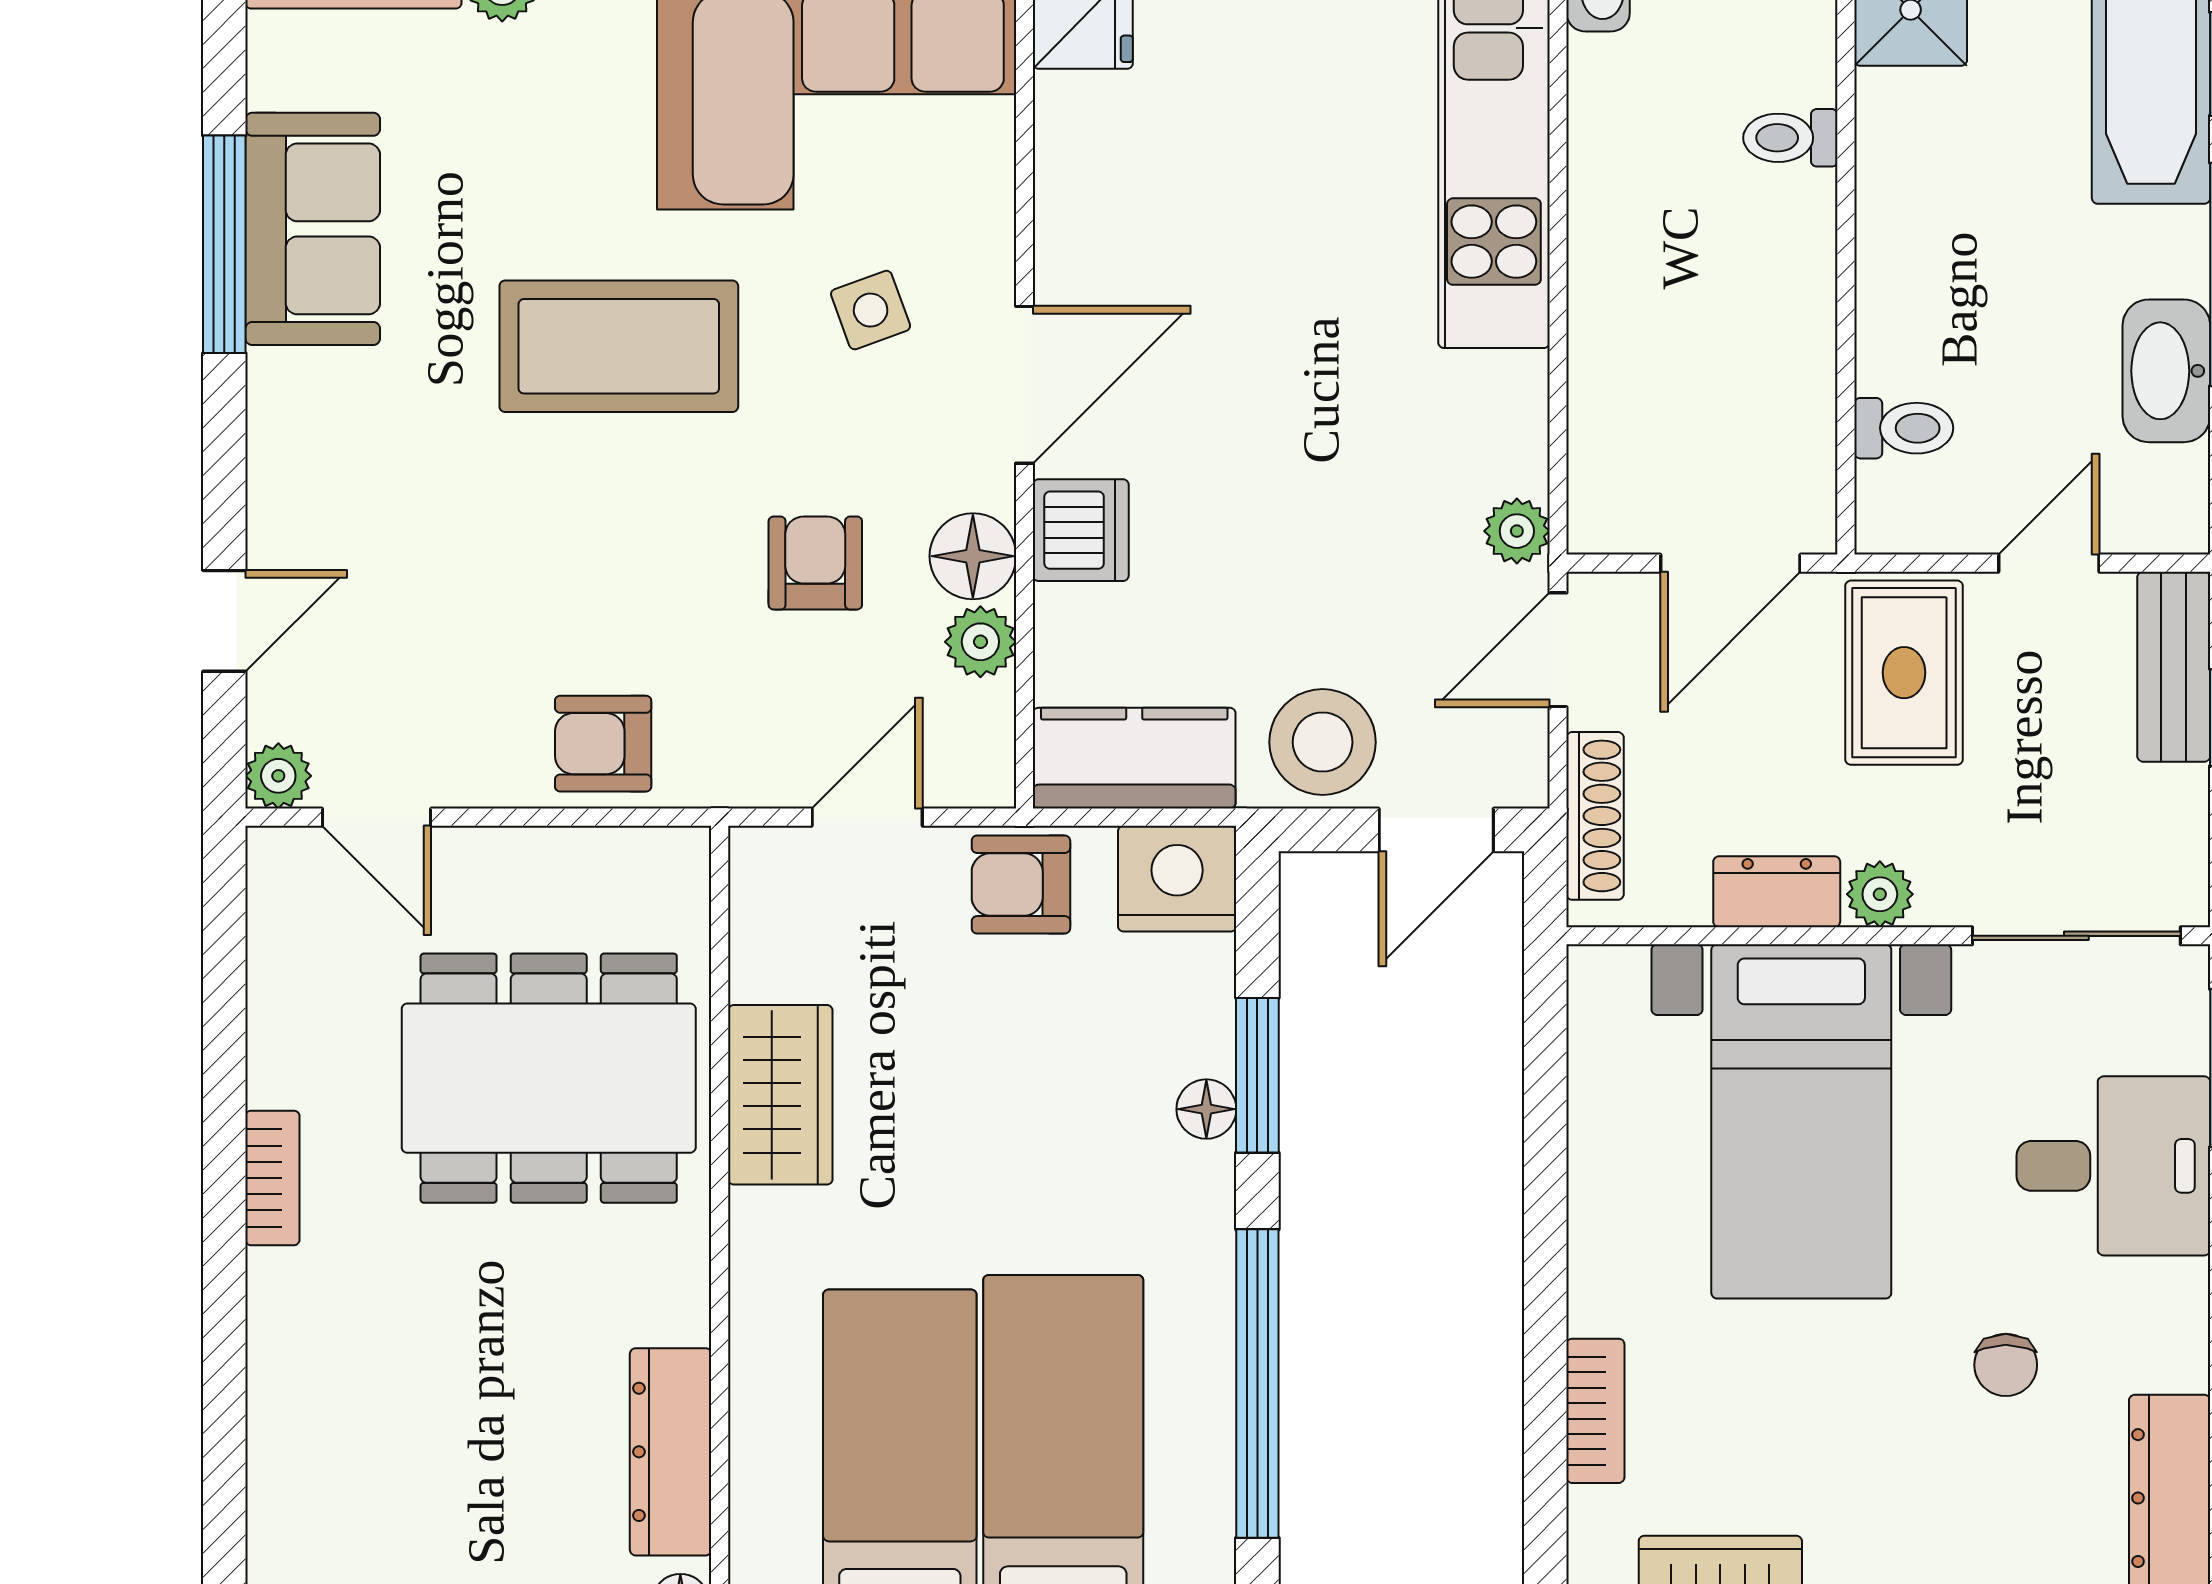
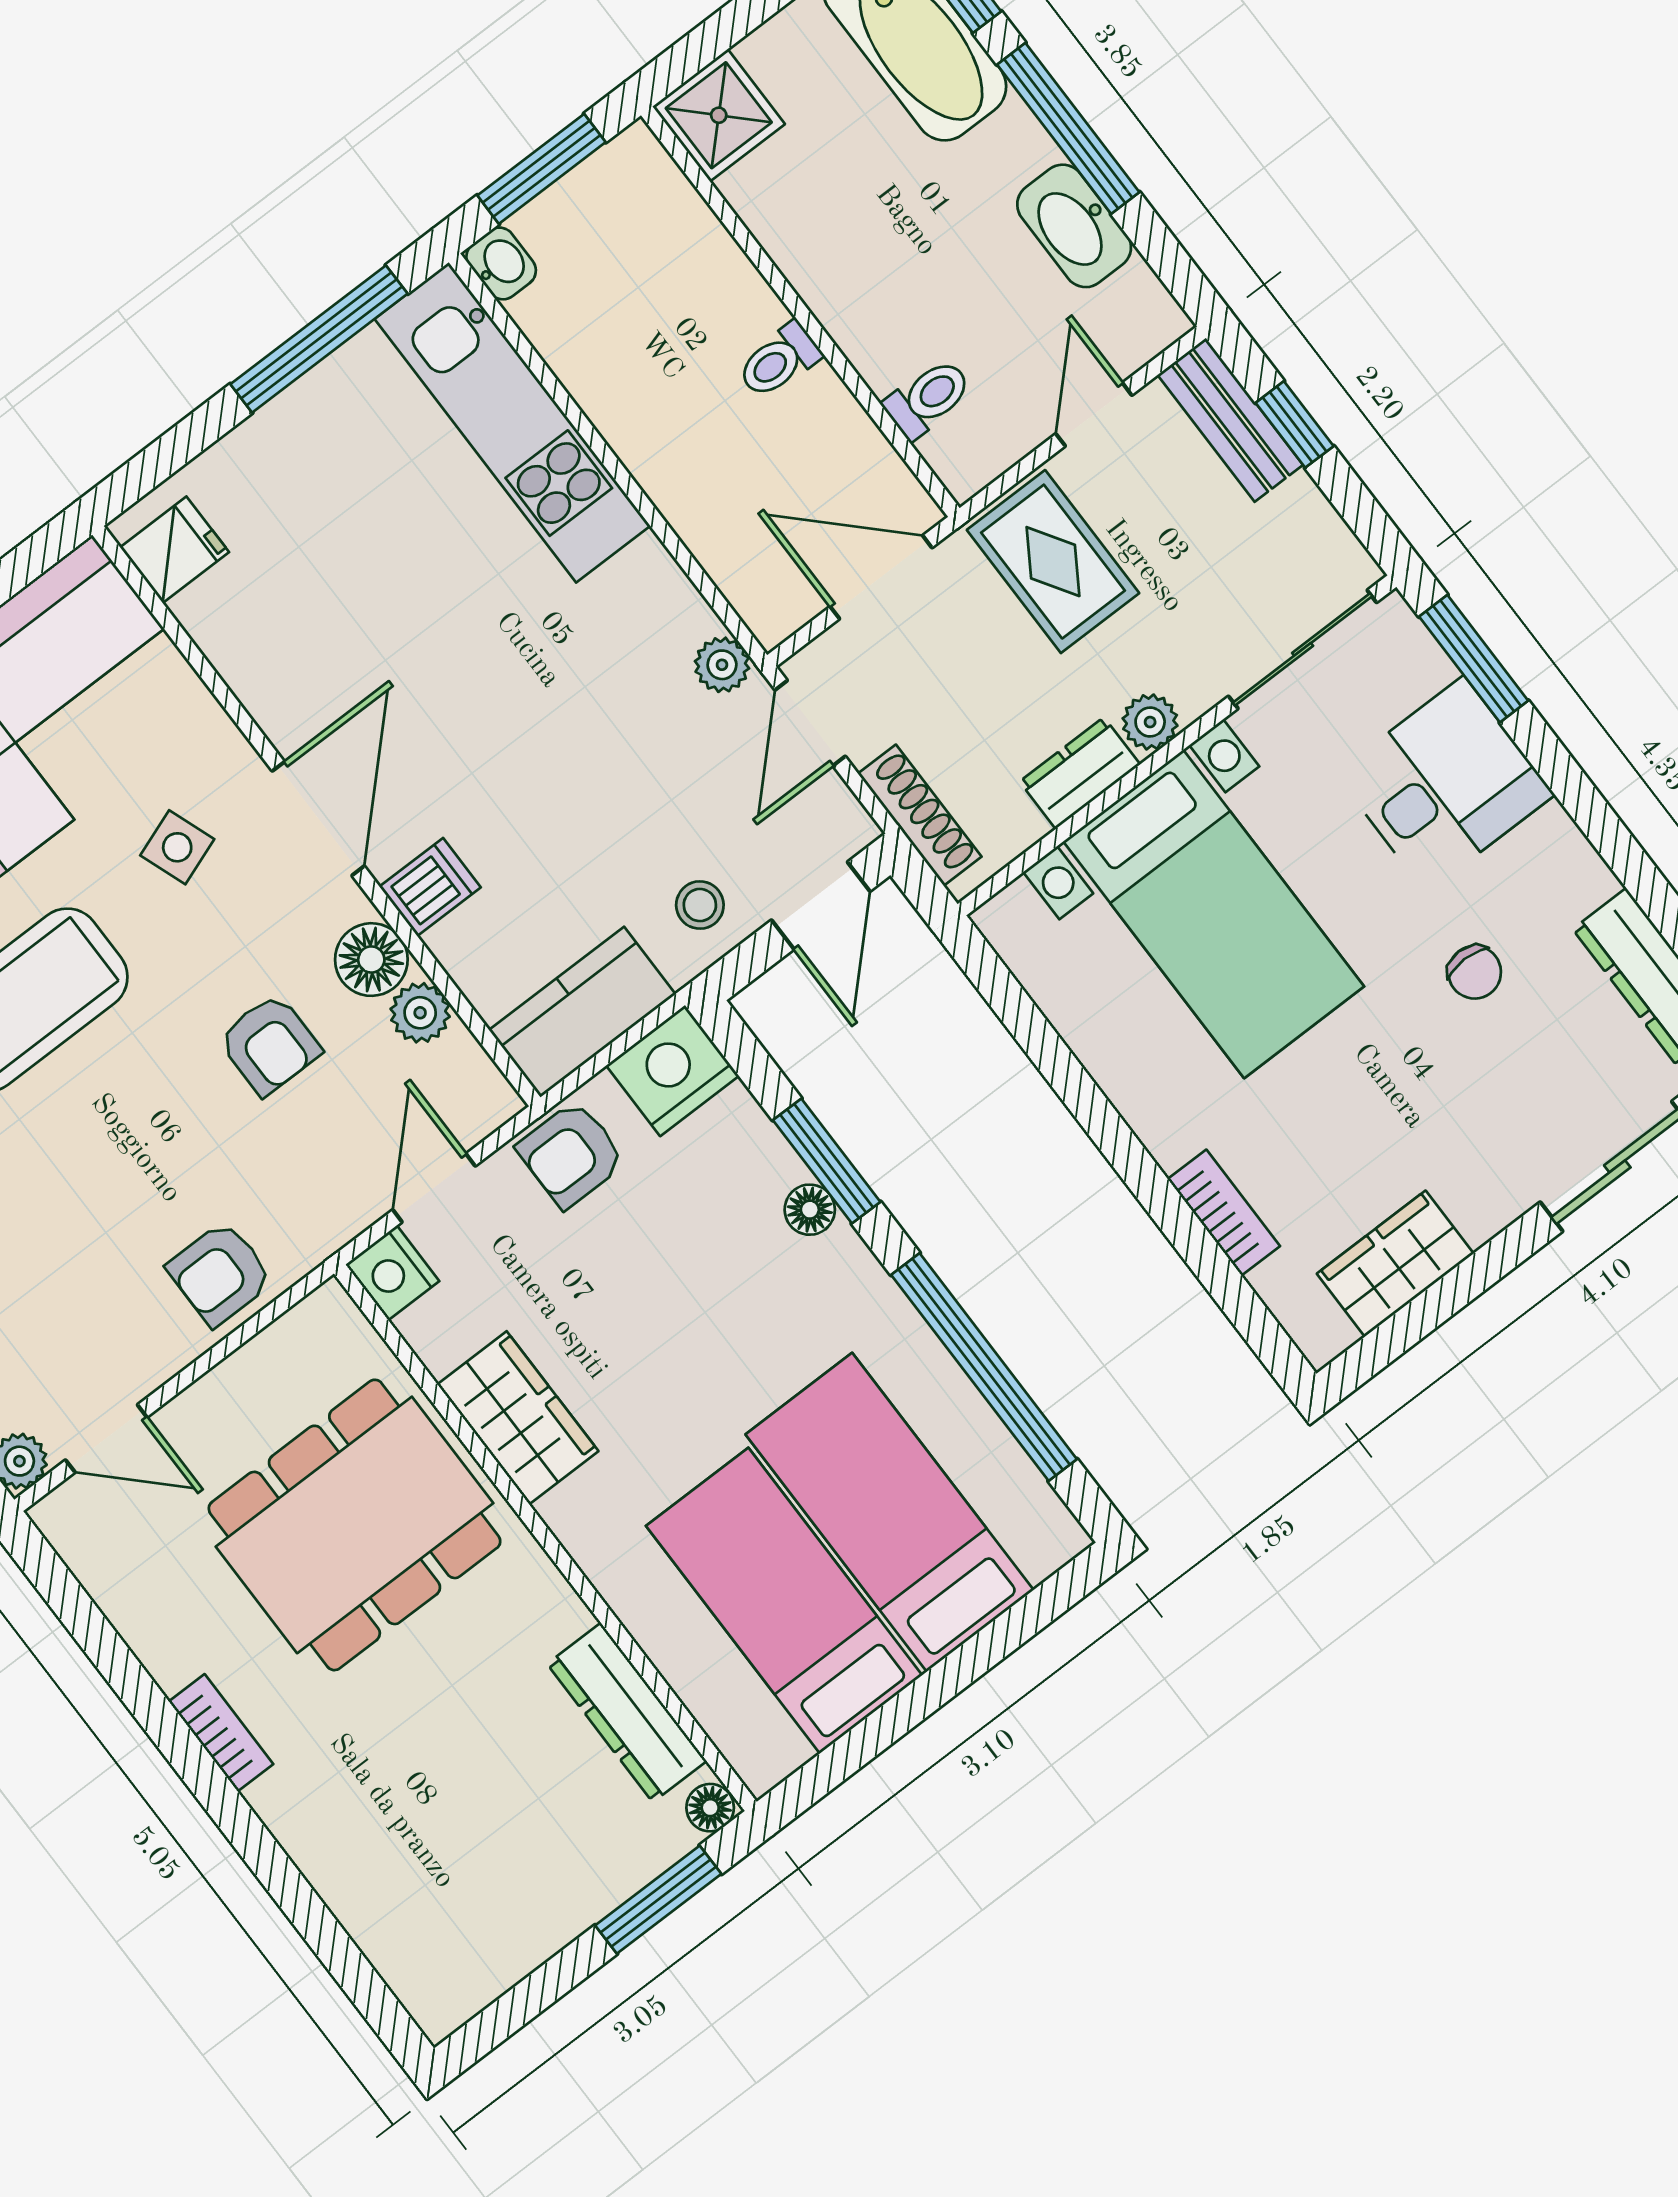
toilet: (1790, 138) -> (779, 361), moved
dishwasher: (1081, 530) -> (430, 887), width x0.73
armchair: (815, 563) -> (270, 1045), turned 180
door: (1730, 563) -> (881, 577), swing flipped
stool: (1323, 742) -> (700, 905), width x0.53, depth x0.53
nightstand: (767, 867) -> (392, 1273), added

